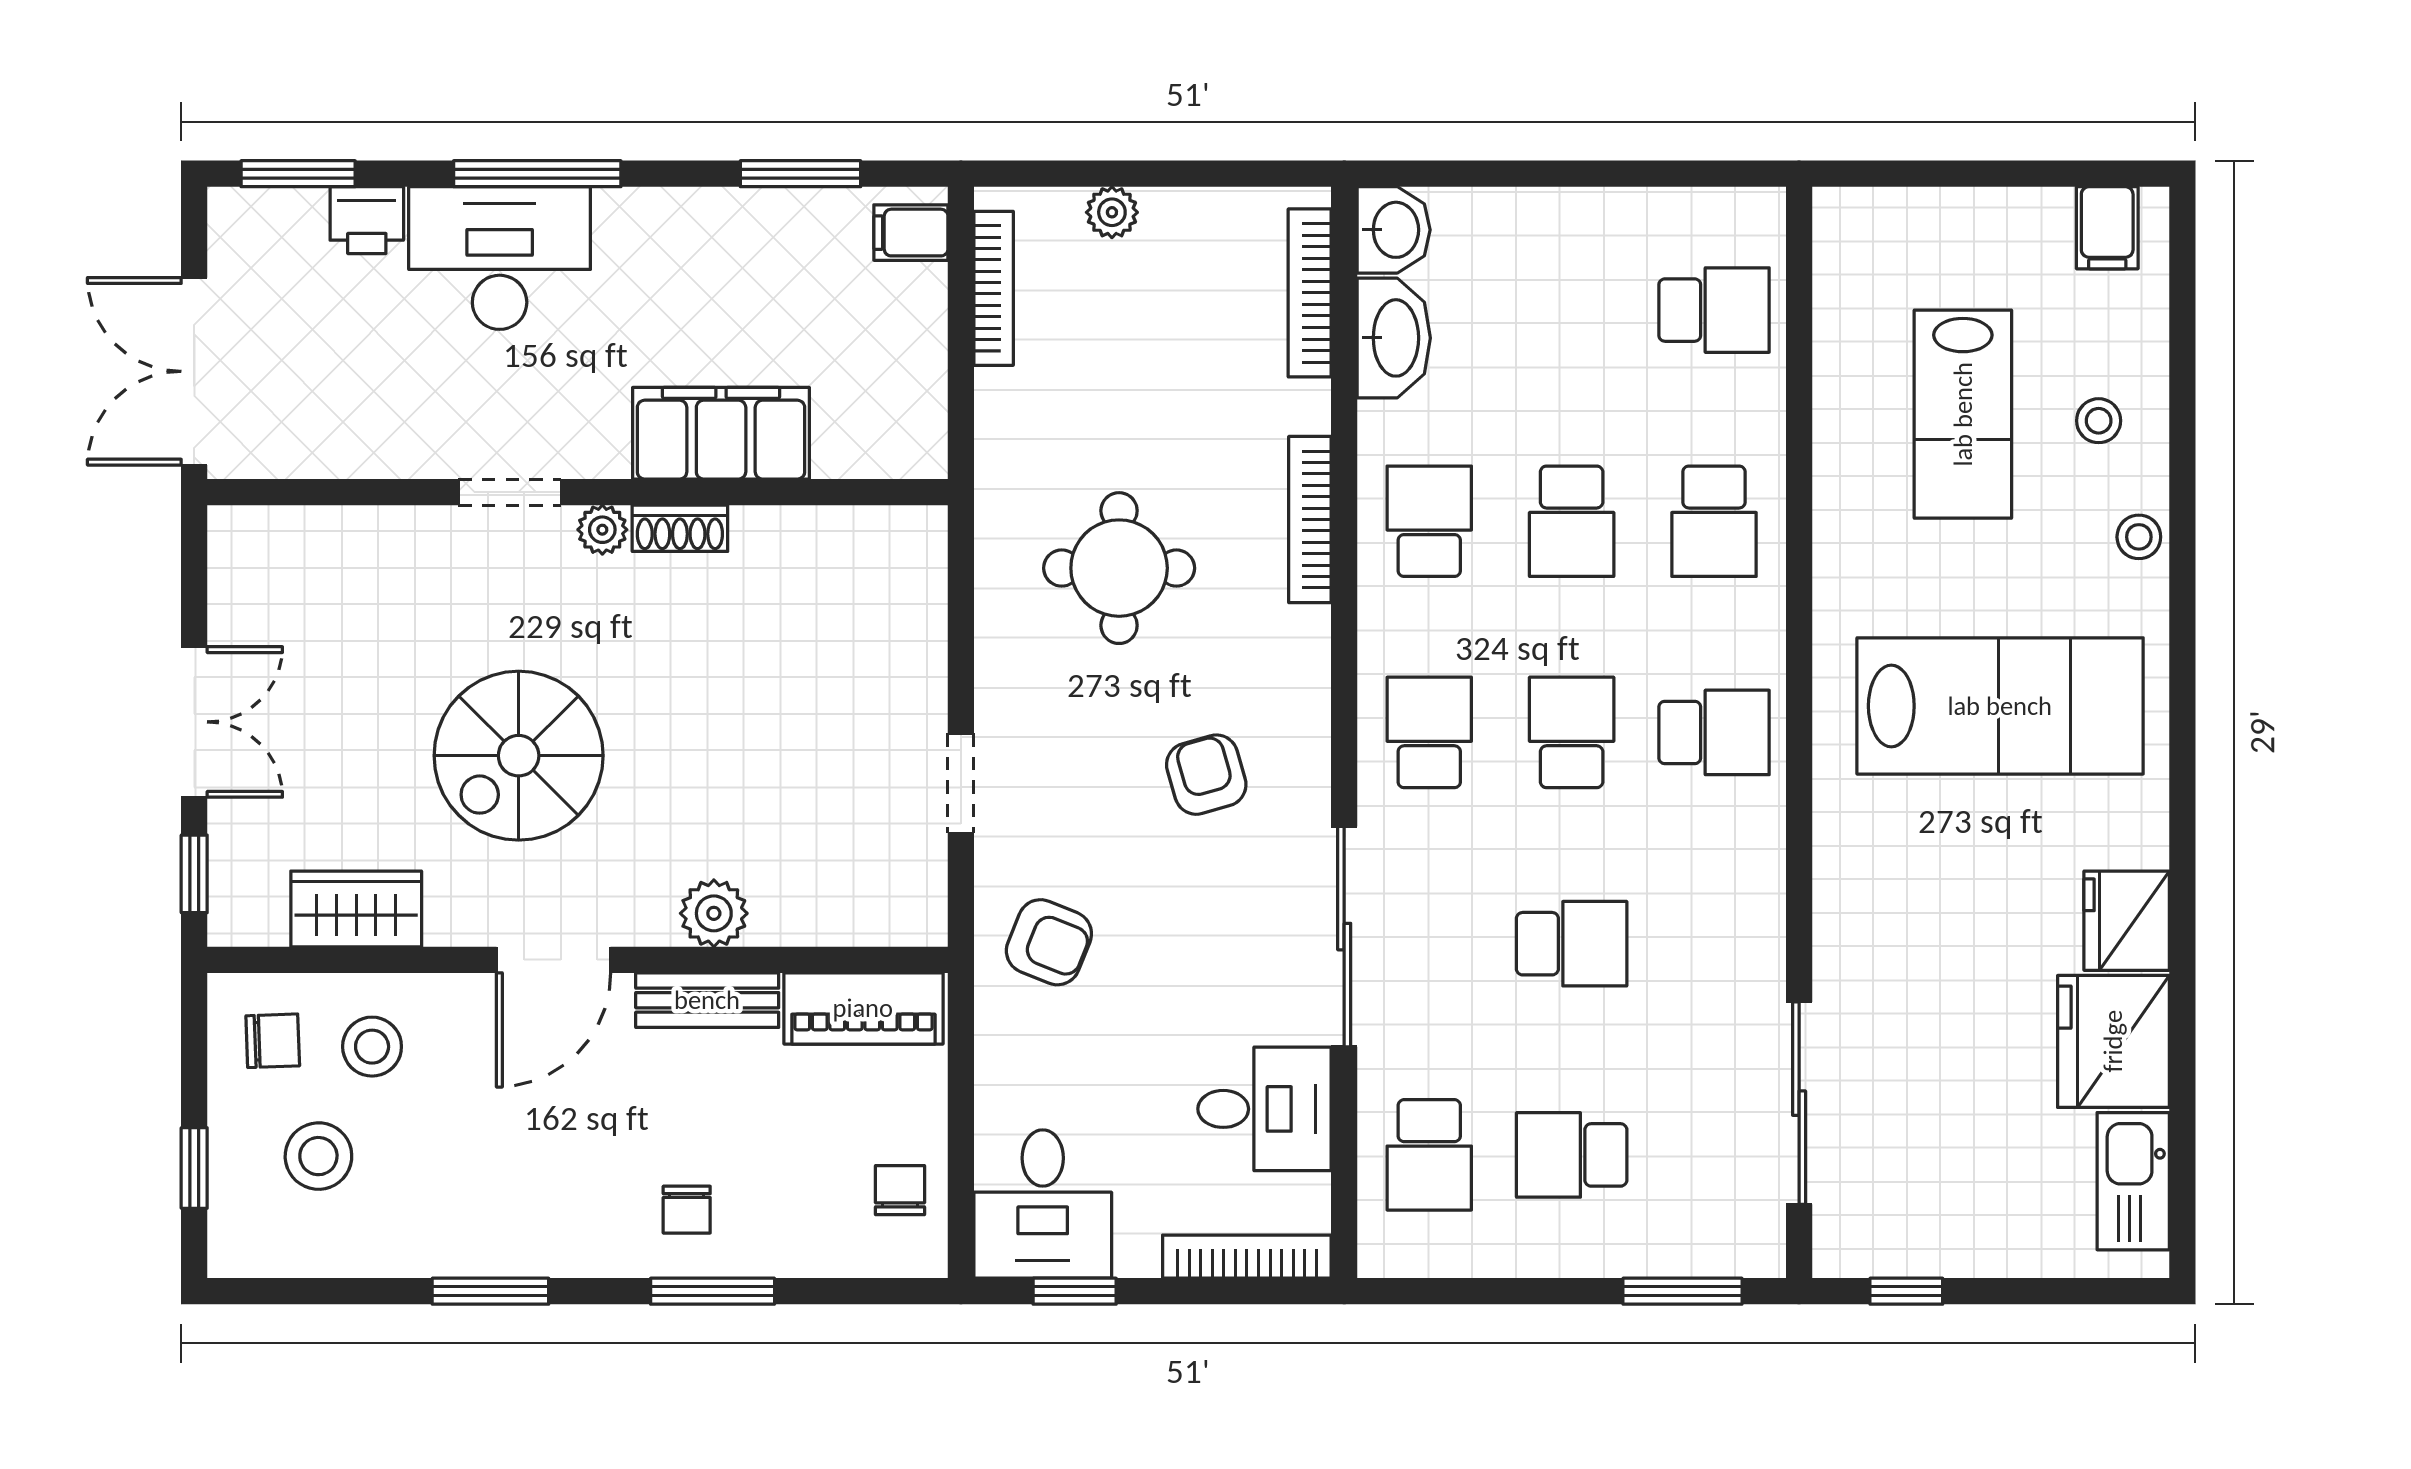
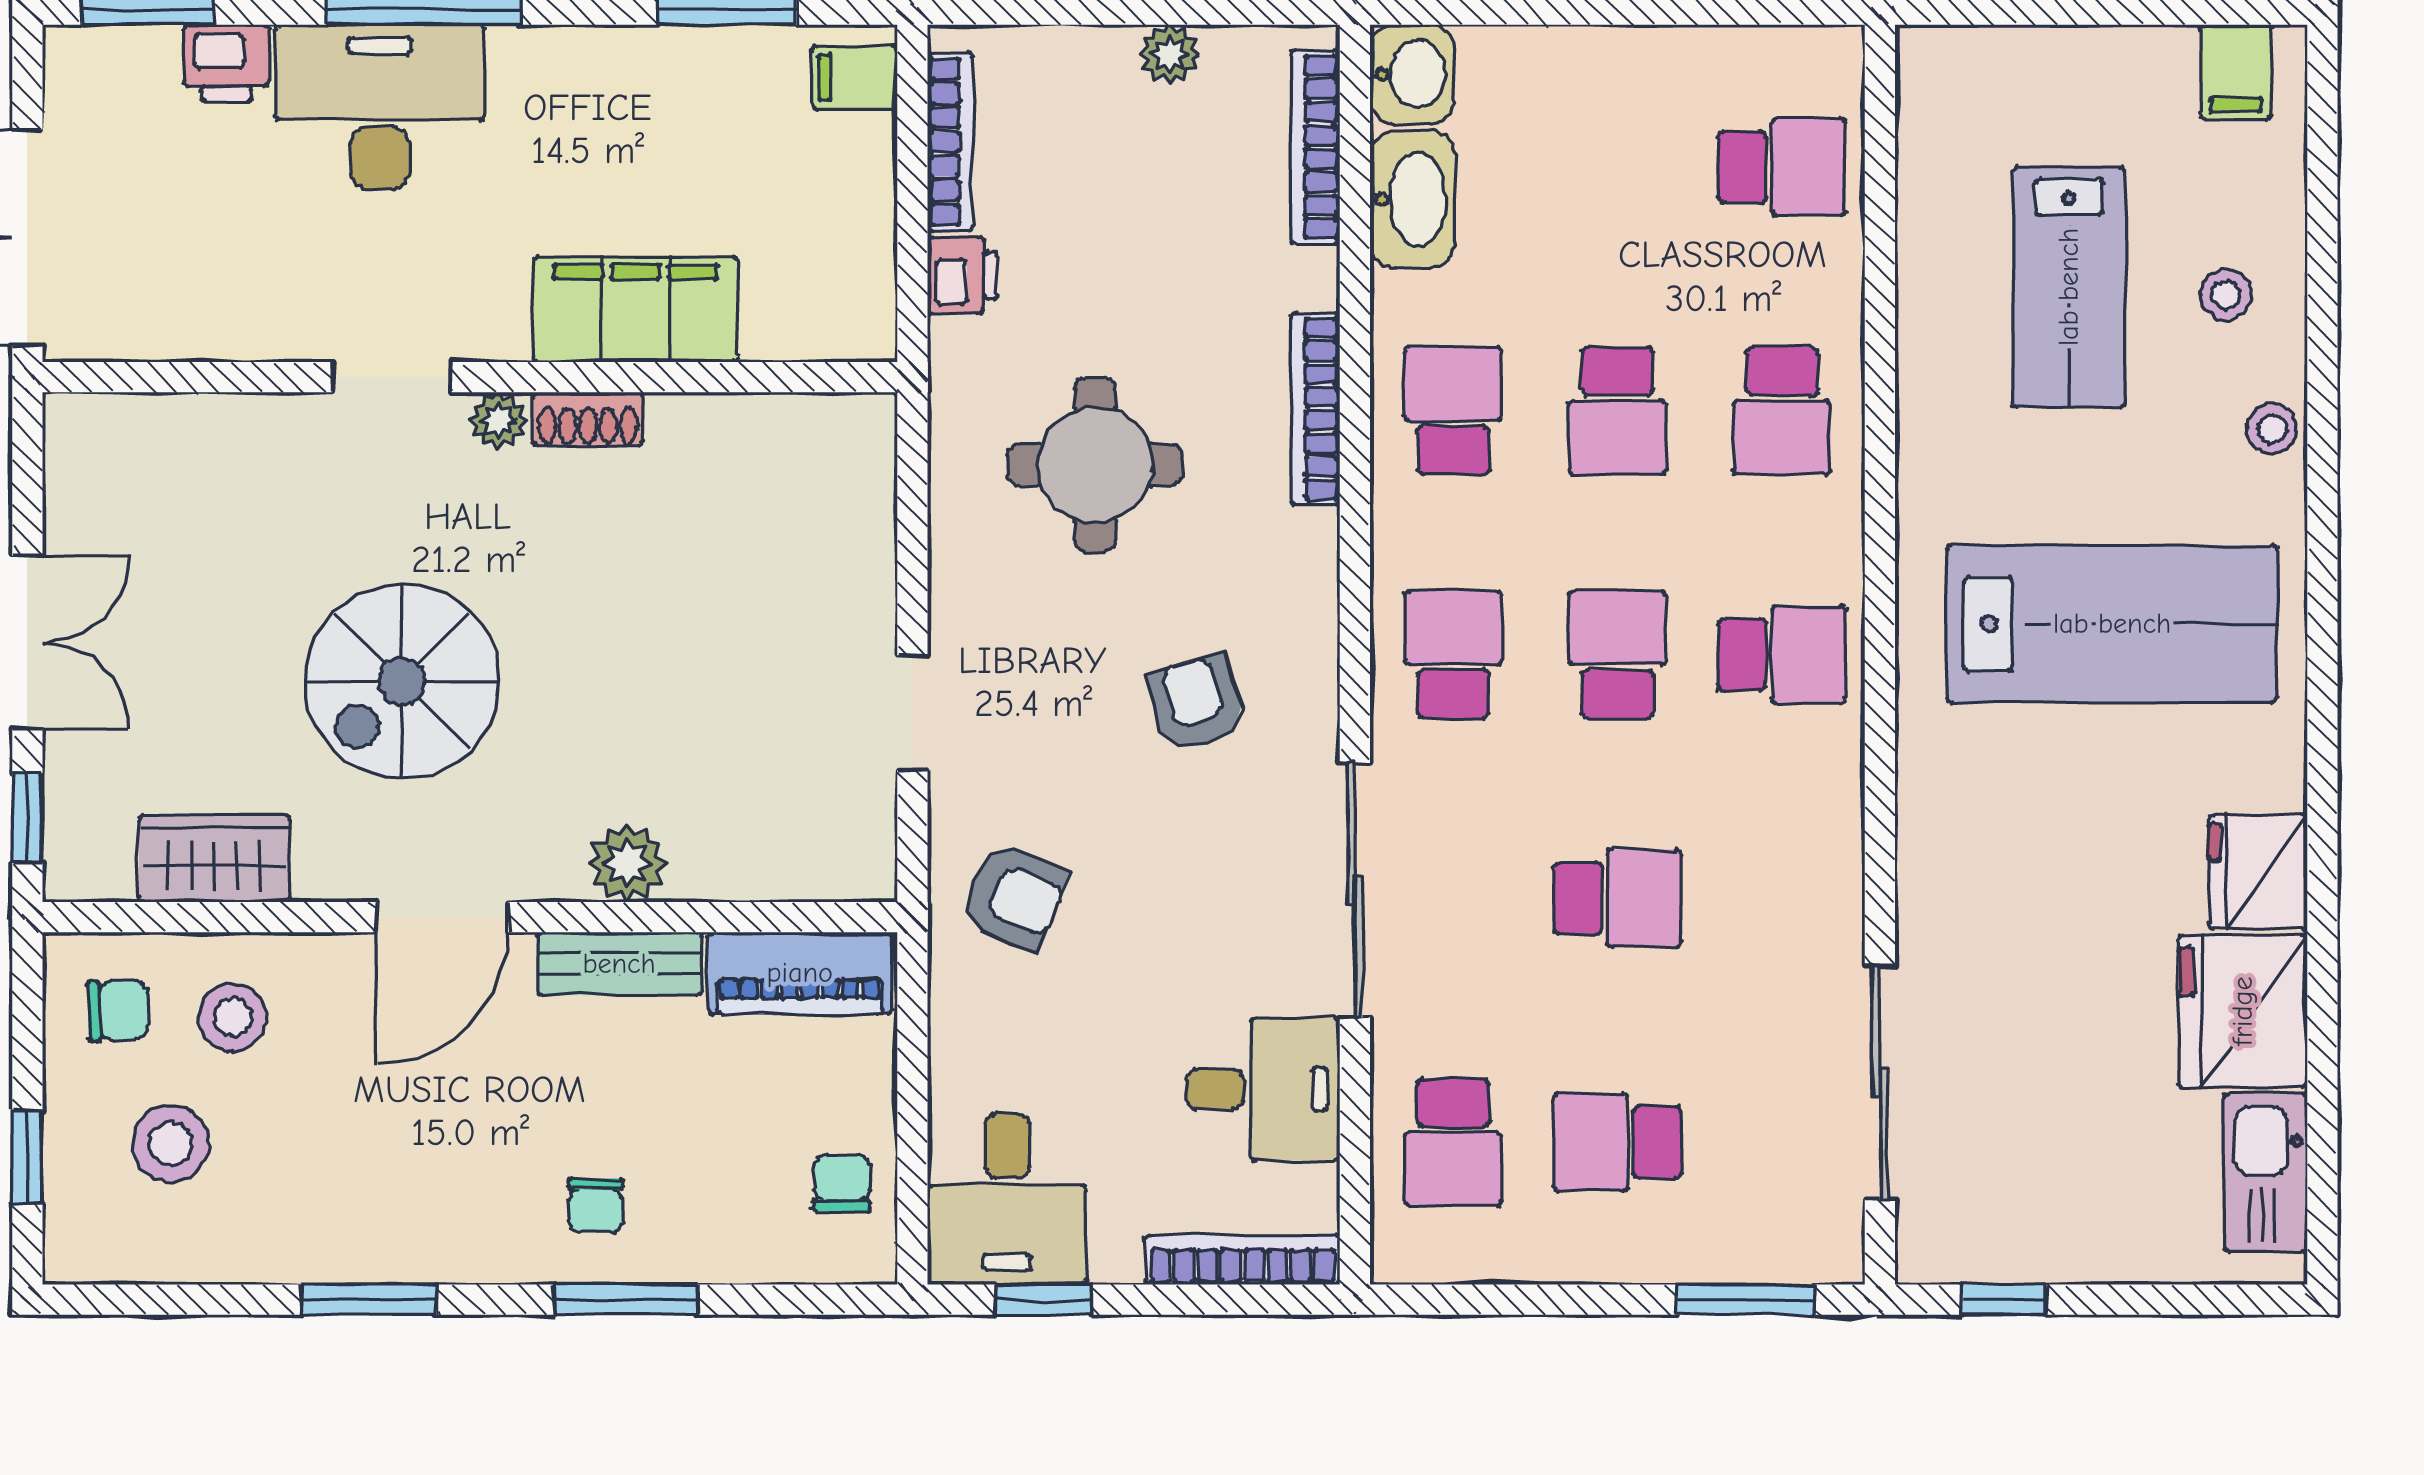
plant: (1112, 212) -> (1170, 54), moved
printer: (1004, 404) -> (962, 275), added

